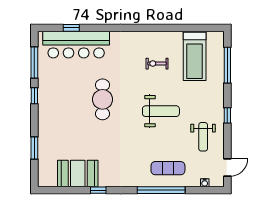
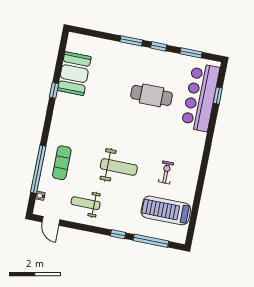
window: (34, 63) -> (191, 53), width x0.69
cafe table: (103, 99) -> (152, 95), moved
weight bench: (161, 111) -> (119, 167), turned -90
window: (227, 115) -> (118, 234), moved
window: (34, 148) -> (131, 41), moved
window: (161, 190) -> (38, 169), moved

